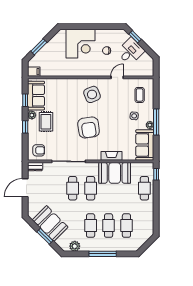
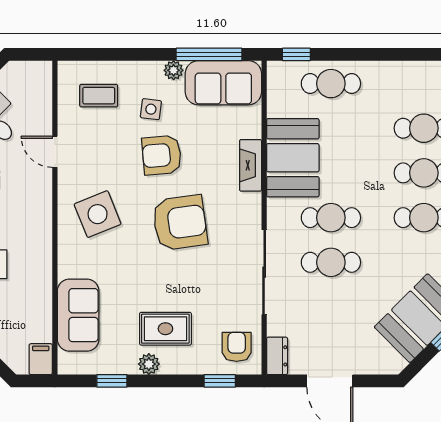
sofa: (36, 96) -> (78, 315), moved, turned 90
armchair: (116, 120) -> (162, 155), added
window: (156, 122) -> (209, 54), moved
window: (25, 127) -> (220, 381), moved

